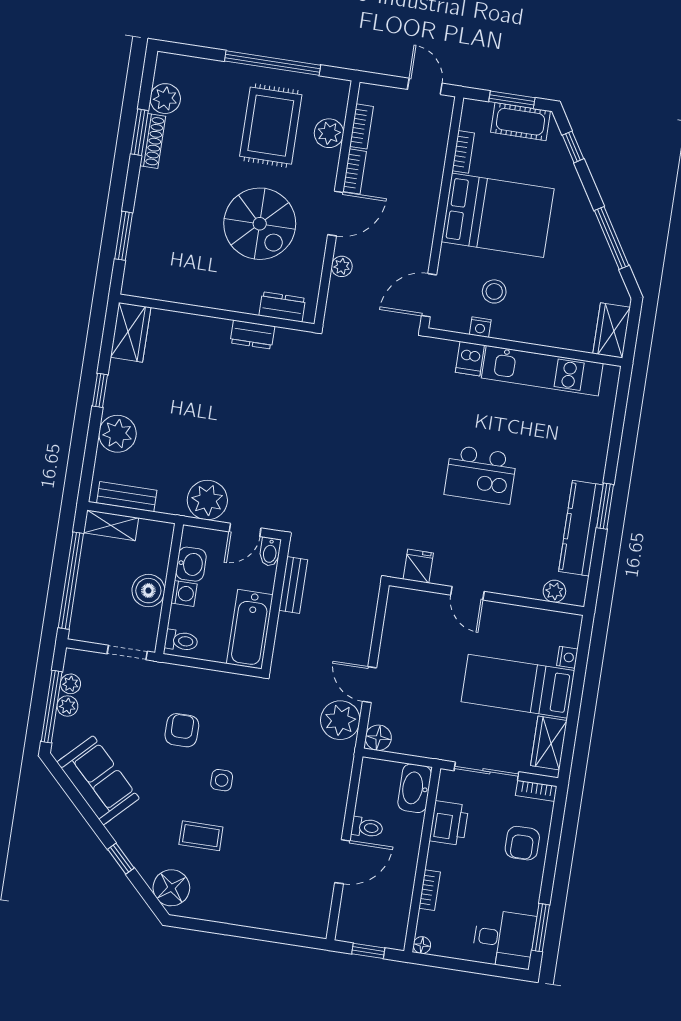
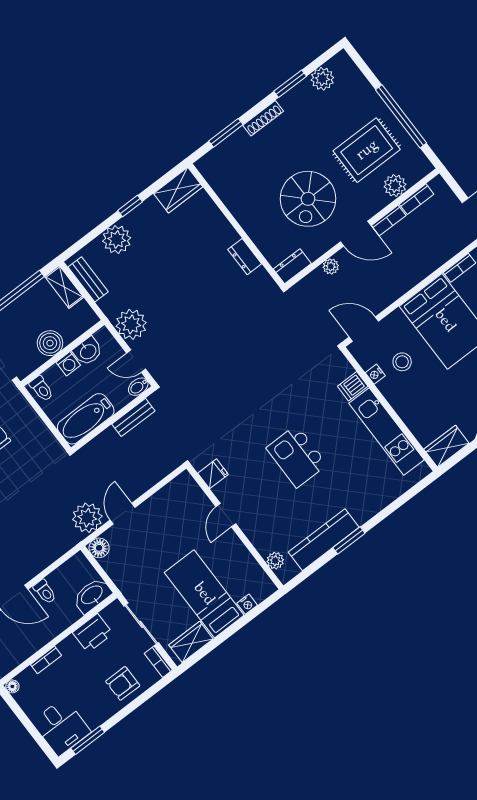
shoe rack: (153, 141) -> (263, 118), moved
dresser: (282, 307) -> (292, 266), moved, turned -90

